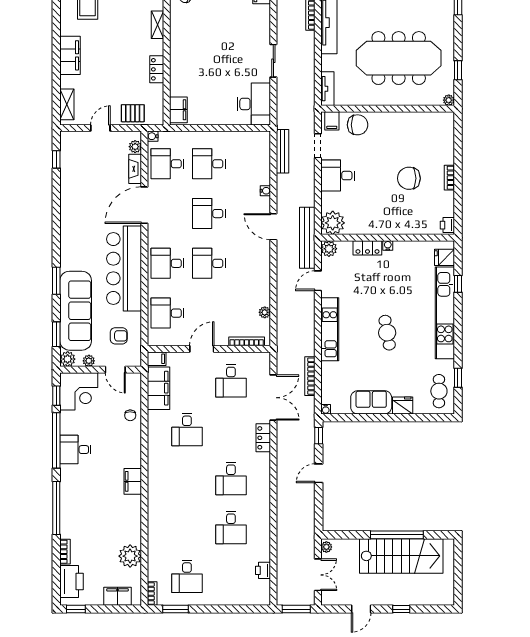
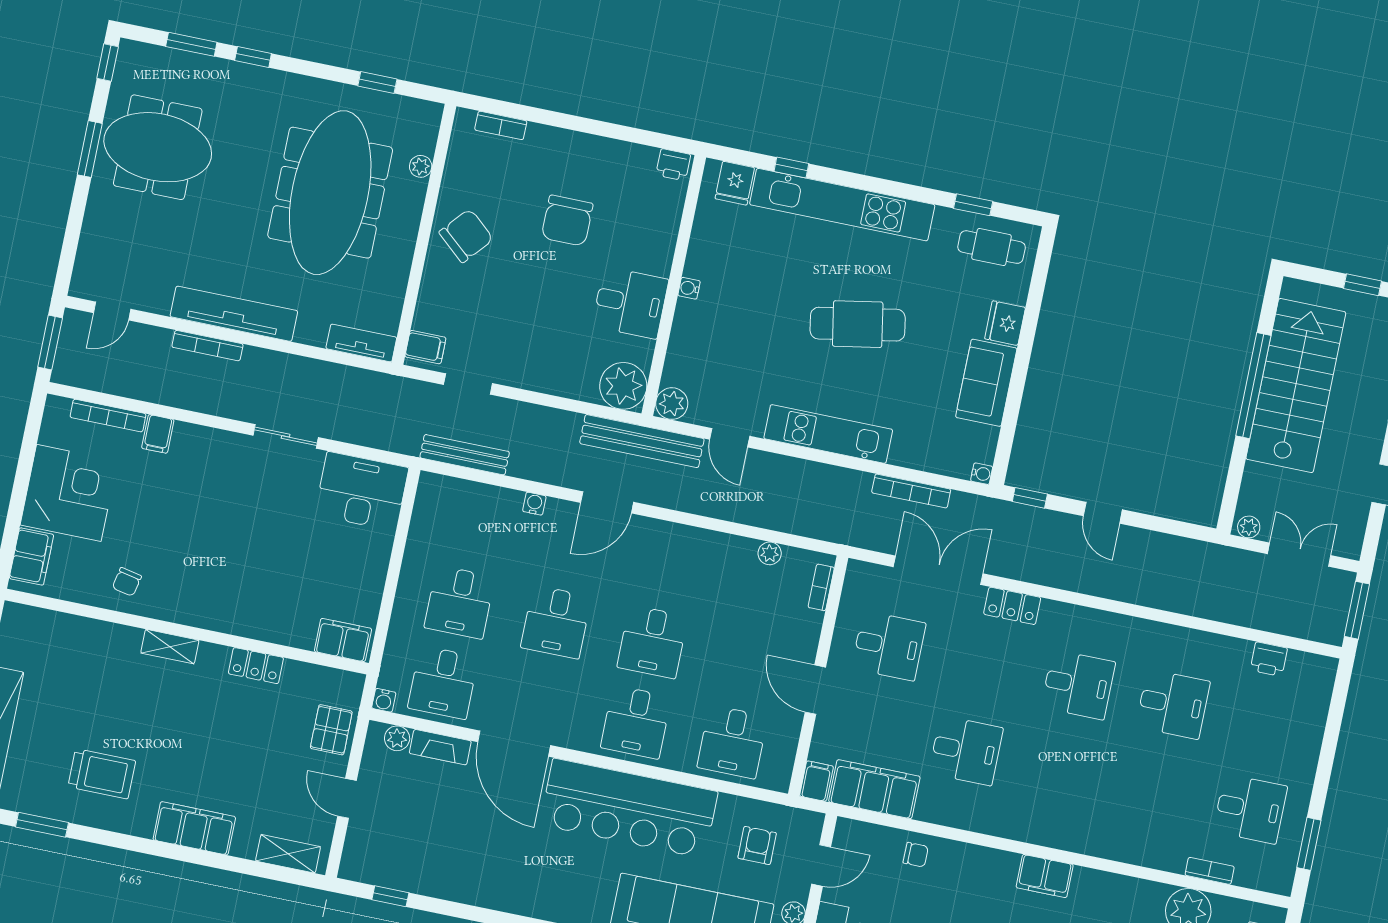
plant: (449, 100) -> (421, 166), moved
chair: (358, 125) -> (466, 236), moved, turned 41
desk: (338, 176) -> (630, 303), moved, turned -90
bookcase: (449, 178) -> (501, 125), moved
locker: (367, 248) -> (686, 329), removed
cafe table: (387, 333) -> (858, 324), width x1.37, depth x1.35
bookcase: (247, 341) -> (821, 587), width x0.64
window: (458, 579) -> (1362, 285), added
bookcase: (152, 593) -> (1210, 871), moved

